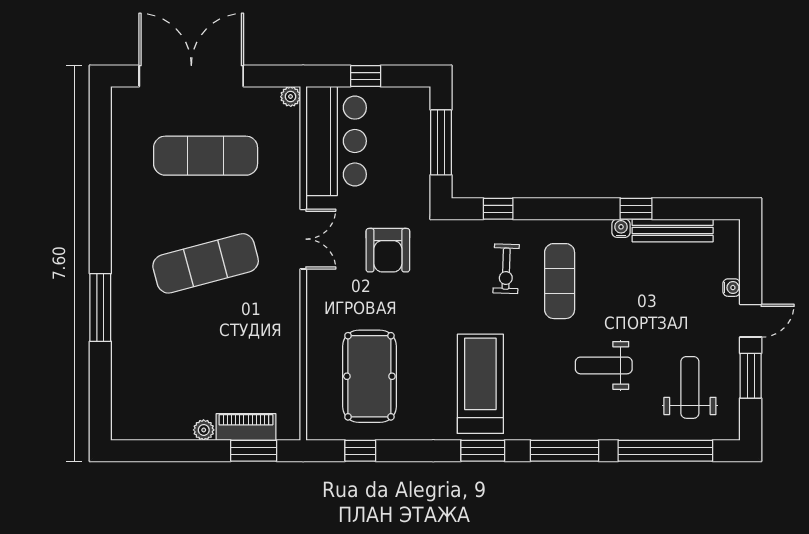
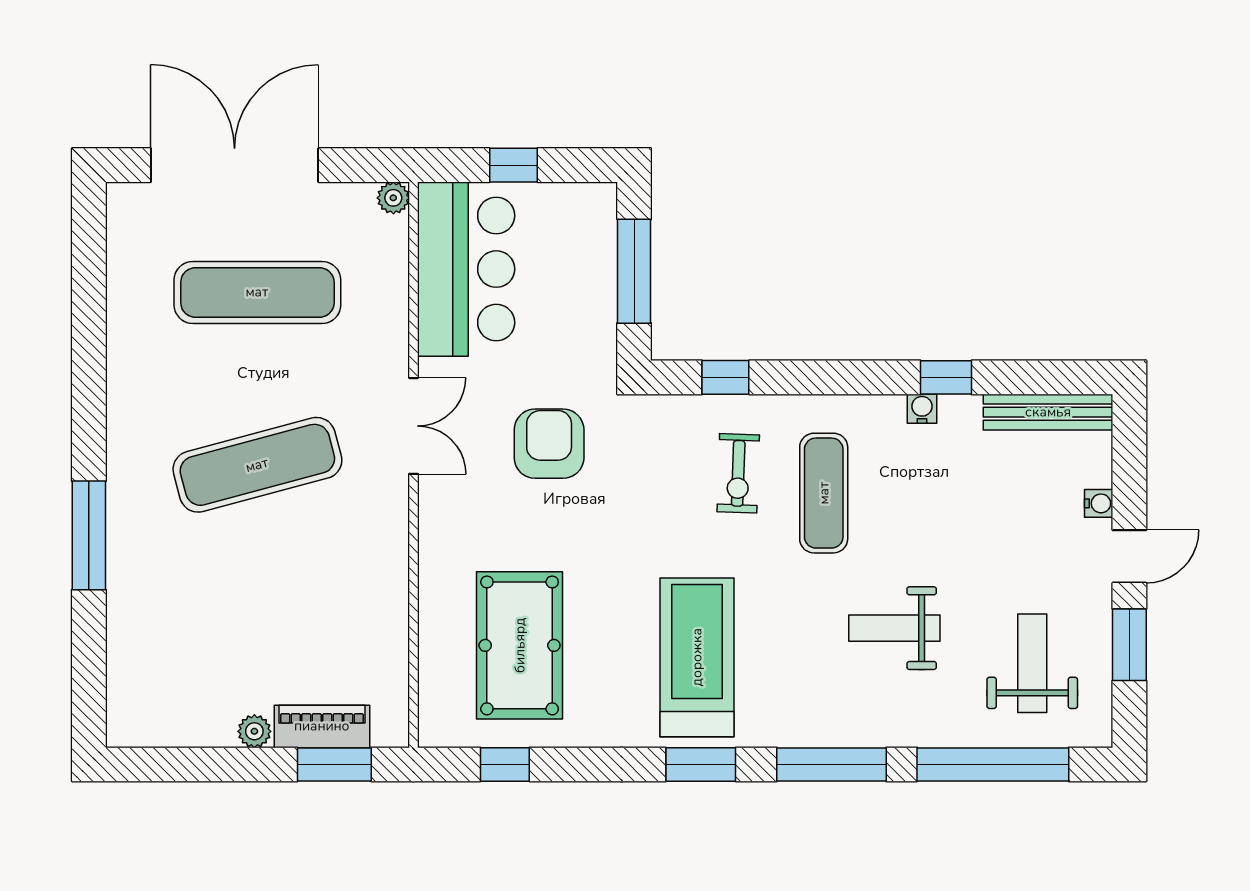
bench: (673, 230) -> (1048, 412), moved
armchair: (388, 250) -> (549, 444), turned 180

